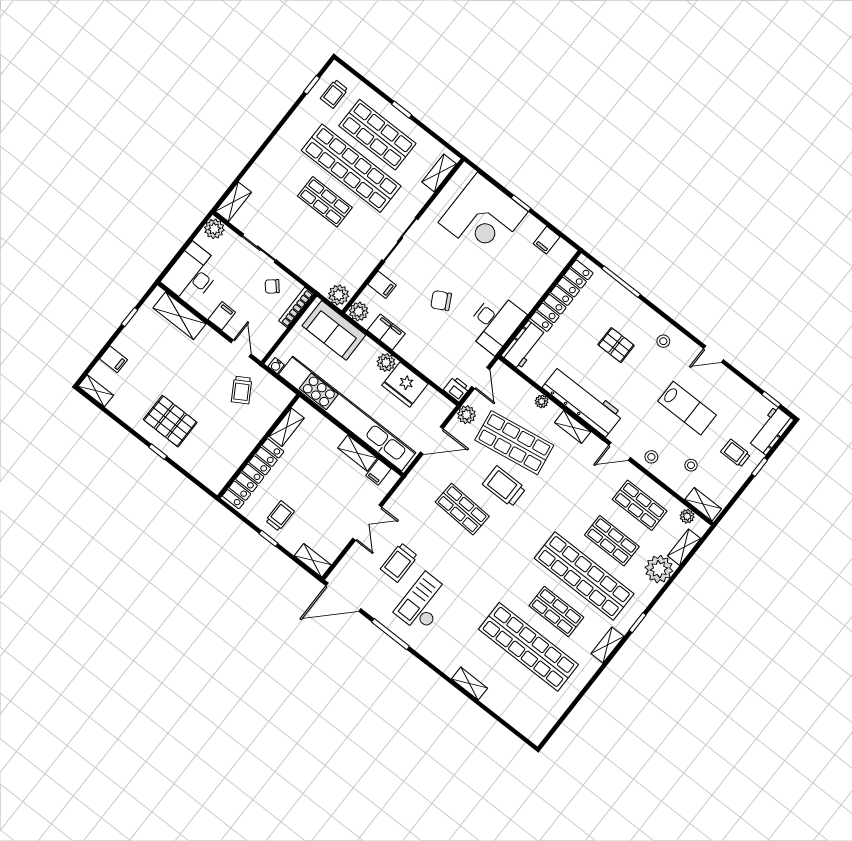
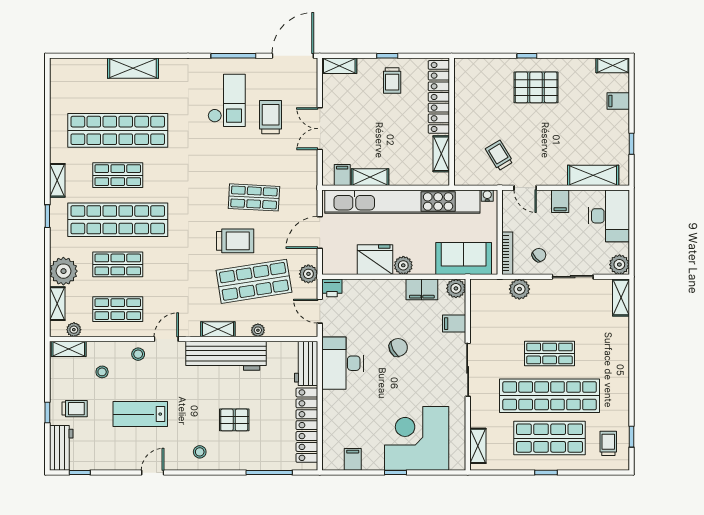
plant: (339, 295) -> (519, 289), moved
shelving: (469, 684) -> (133, 68), width x1.50, depth x1.33

